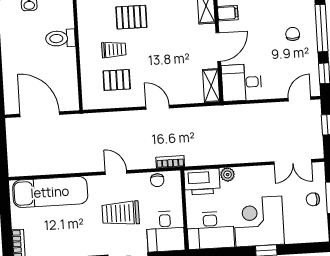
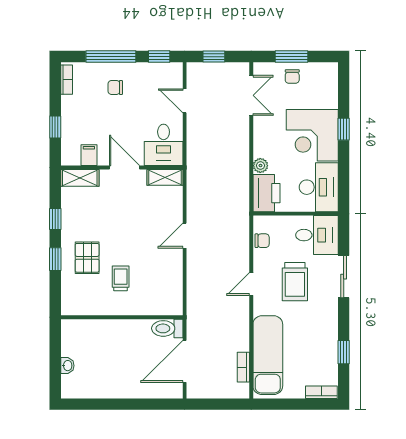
toilet: (60, 38) -> (167, 328), moved, turned 90
pallet: (117, 80) -> (153, 277), removed
door: (299, 99) -> (185, 101), moved
bookcase: (170, 162) -> (243, 367), moved

